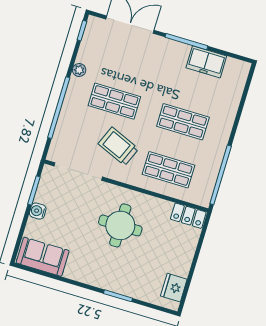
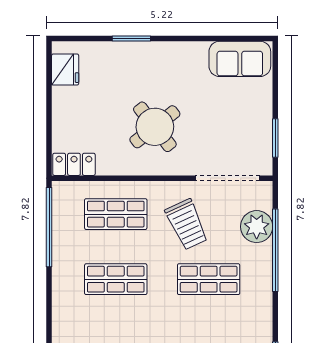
plant: (79, 70) -> (257, 227), moved, width x1.87, depth x1.87
trolley: (118, 146) -> (187, 224), turned 42
water cooler: (38, 211) -> (263, 114), removed
round table: (120, 225) -> (155, 127), turned -38

